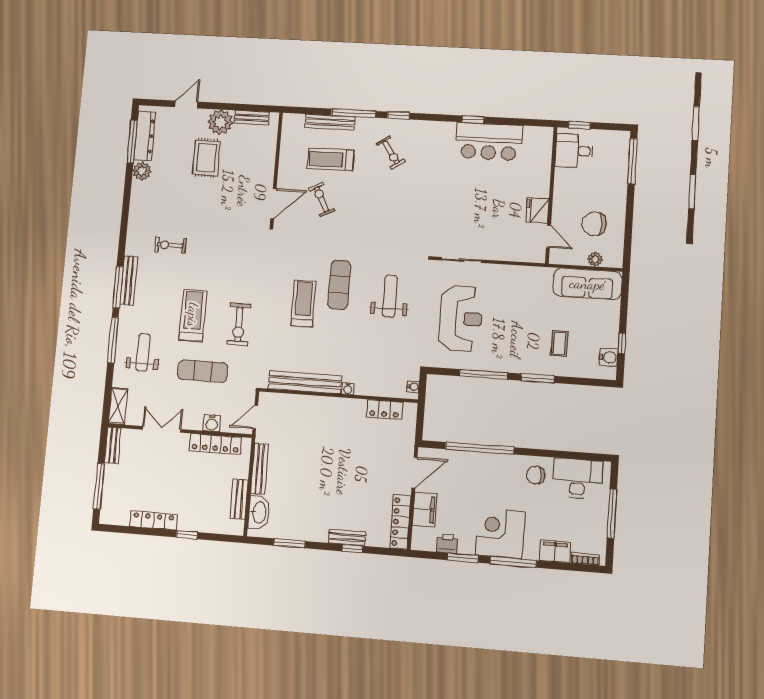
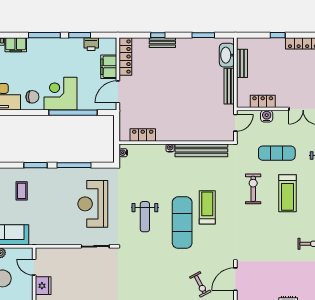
exercise mat: (339, 285) -> (182, 223), width x1.36, depth x1.45
treadmill: (303, 303) -> (207, 207), turned 180
locker: (215, 444) -> (263, 101), width x0.66
corner desk: (500, 534) -> (61, 94), moved, turned 180

